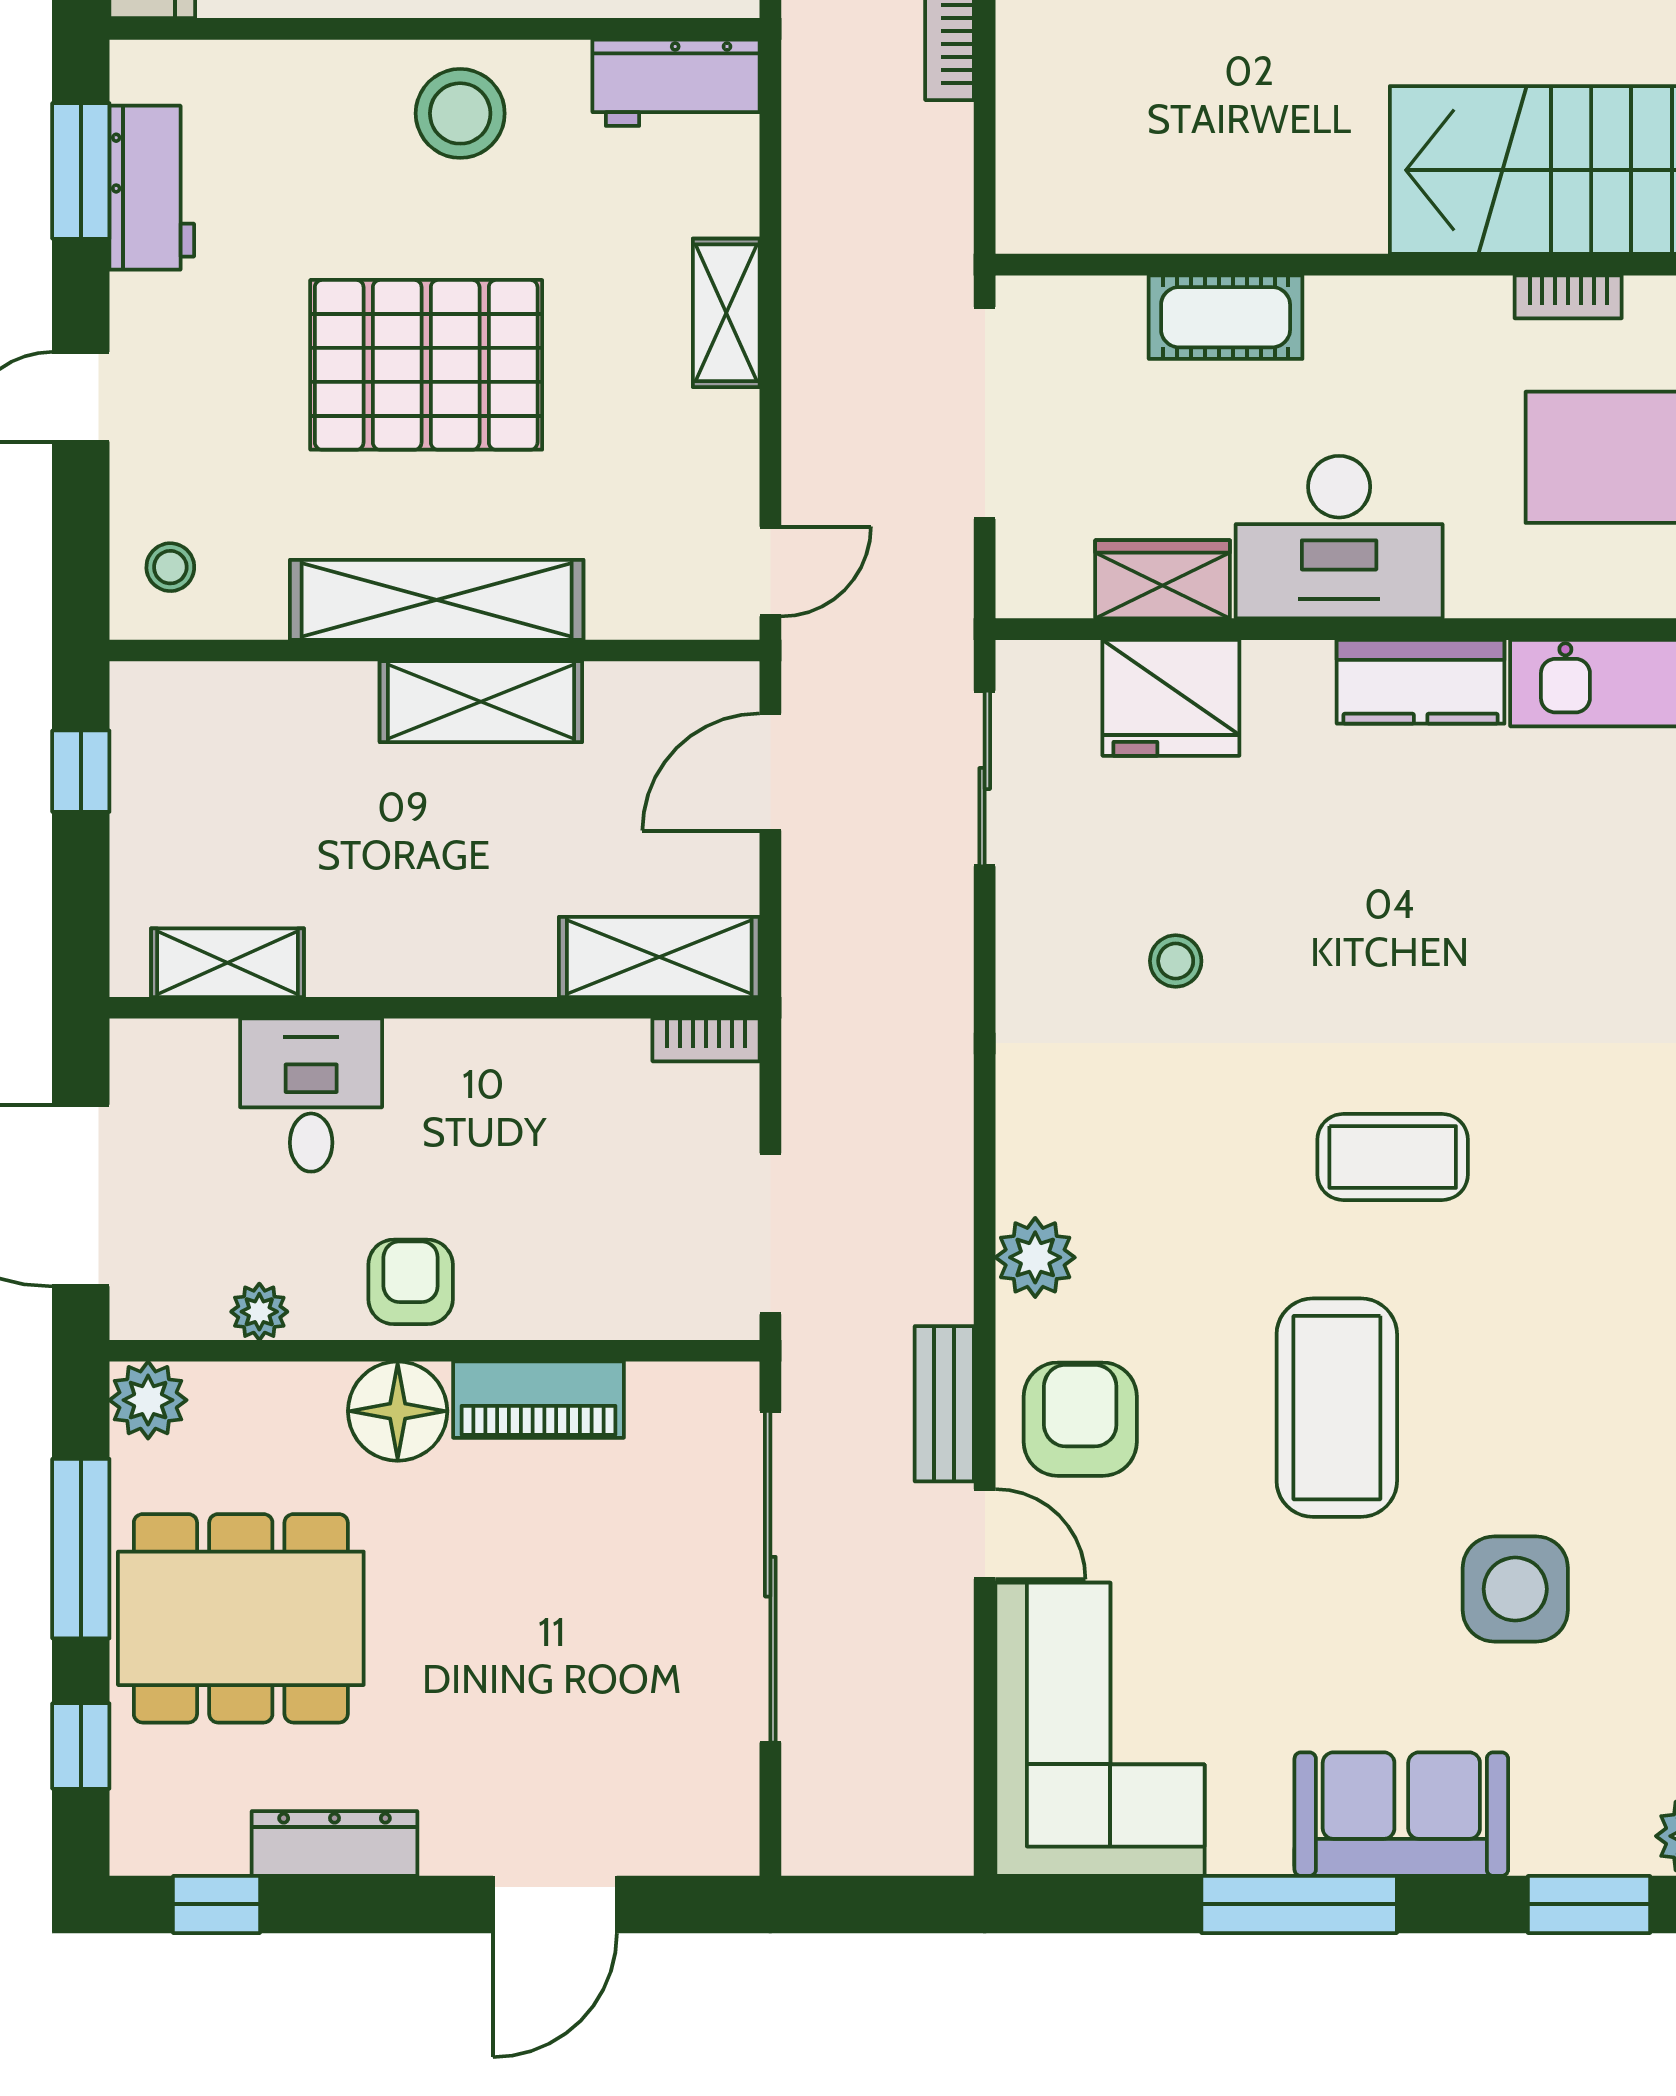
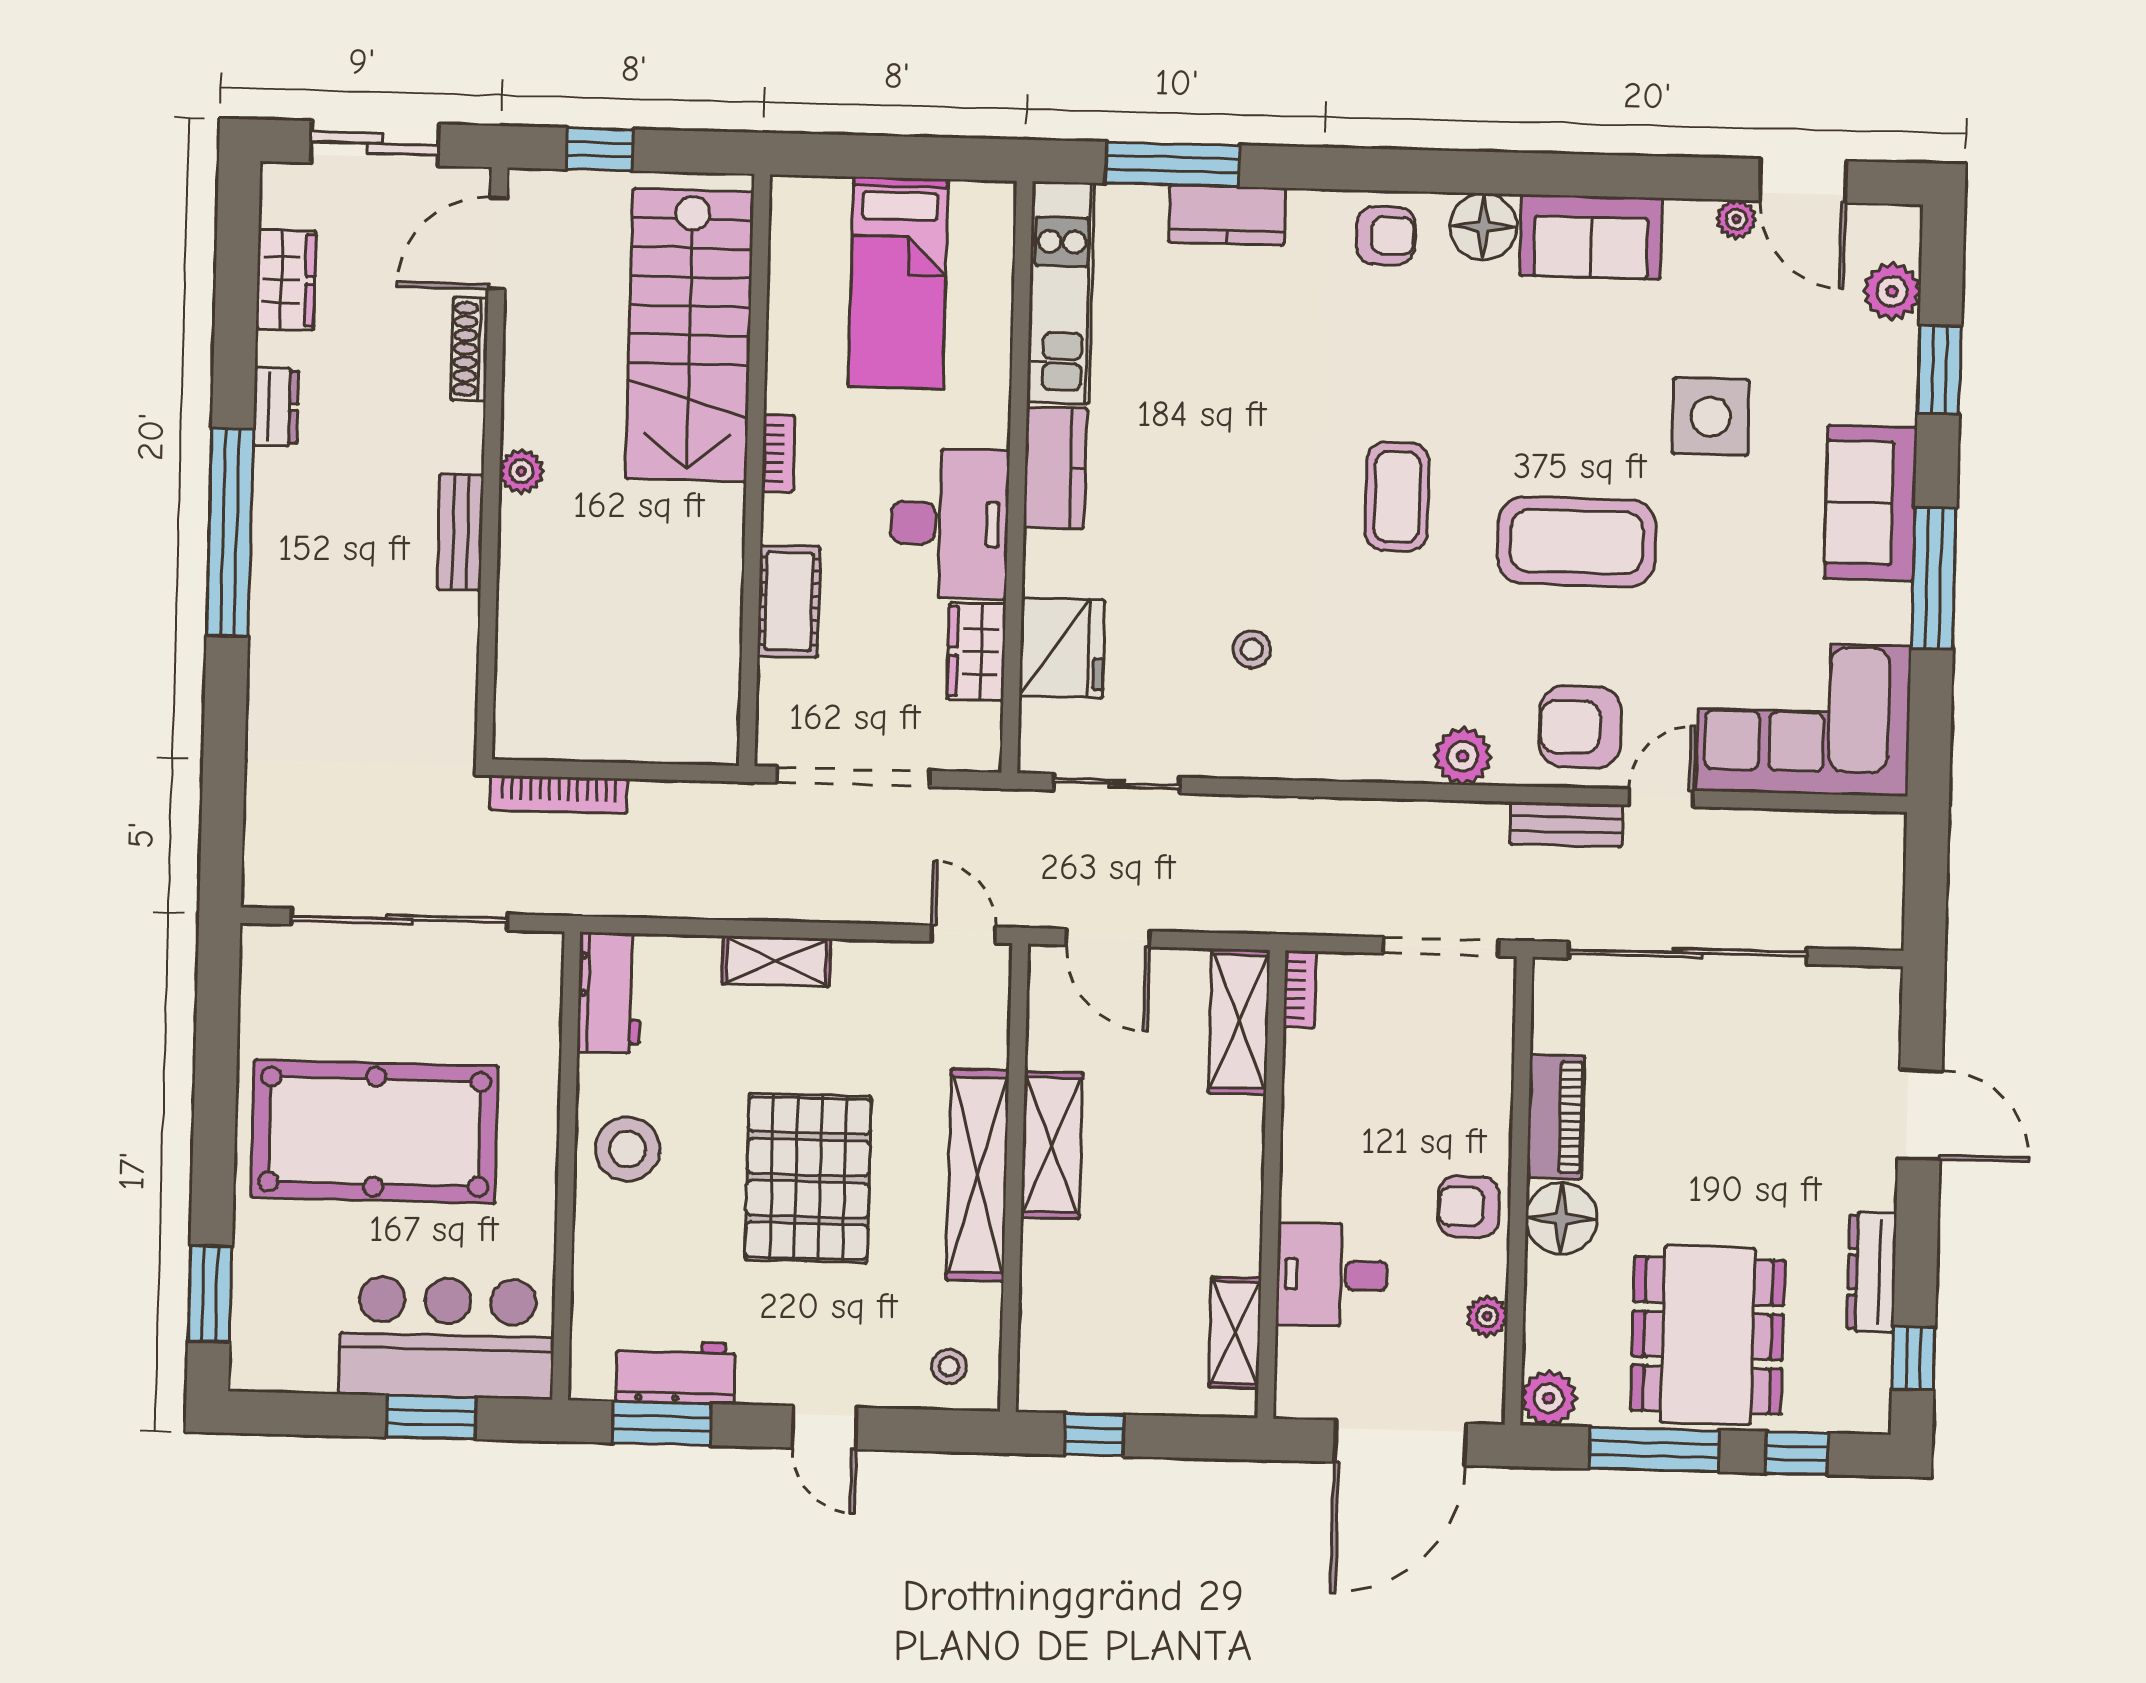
bookcase: (1568, 297) -> (778, 453), moved

